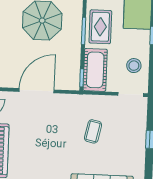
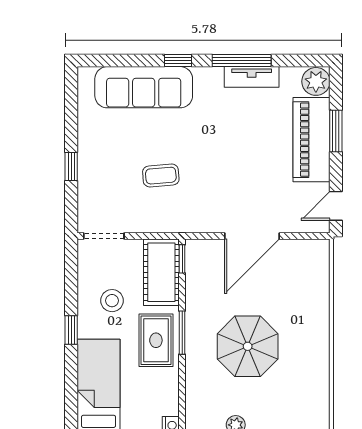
stool: (134, 66) -> (112, 301), moved
coffee table: (93, 131) -> (161, 176), turned 73

